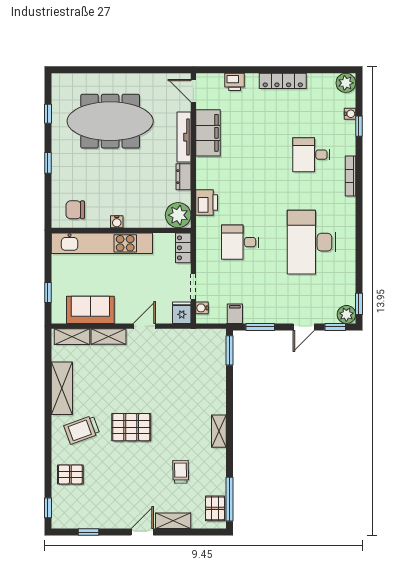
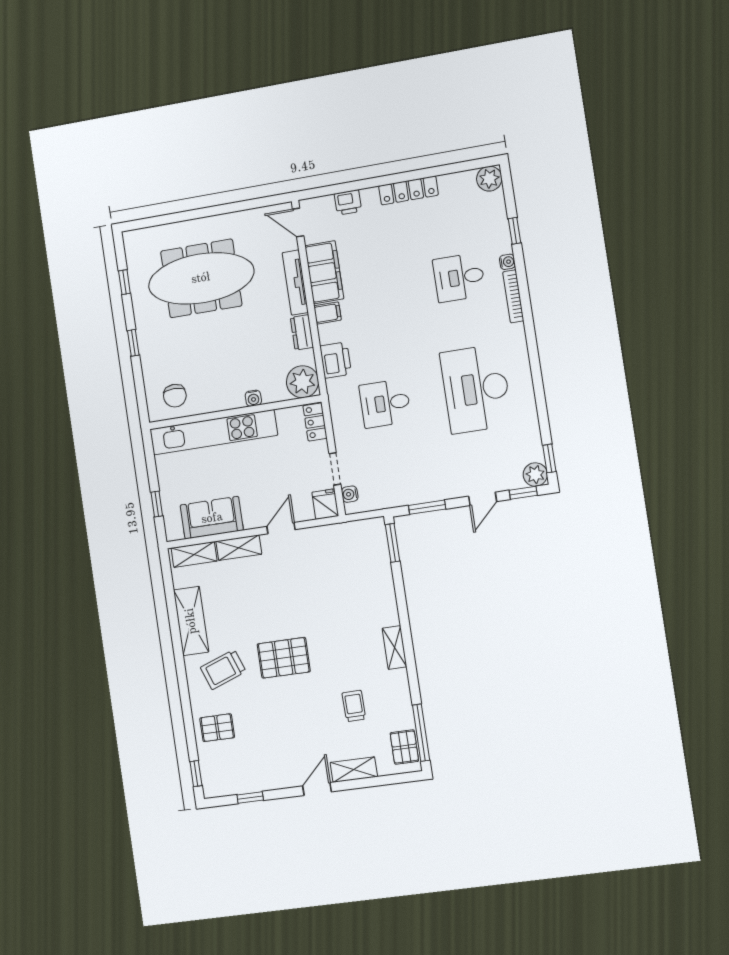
water cooler: (350, 114) -> (507, 262), moved
chair: (75, 210) -> (175, 396), turned -90
water cooler: (117, 222) -> (253, 398), moved
filing cabinet: (235, 314) -> (328, 313), moved, turned 90

